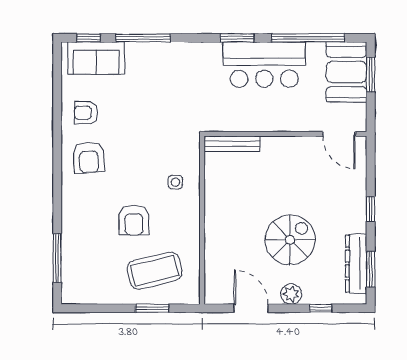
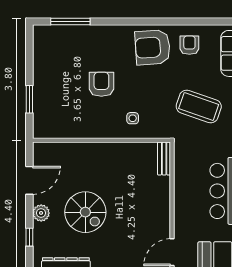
bench: (232, 144) -> (164, 158), width x0.73
armchair: (89, 158) -> (153, 47), width x1.36, depth x1.36
armchair: (134, 220) -> (101, 84), turned 90
coffee table: (155, 271) -> (199, 106), moved, turned -57

